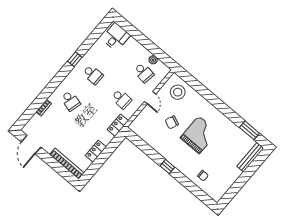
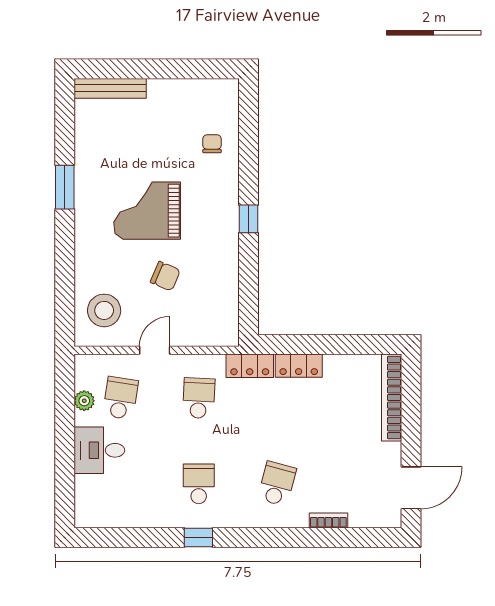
desk: (116, 37) -> (99, 450), moved
window: (249, 130) -> (65, 187), moved
locker: (96, 151) -> (299, 366), moved

